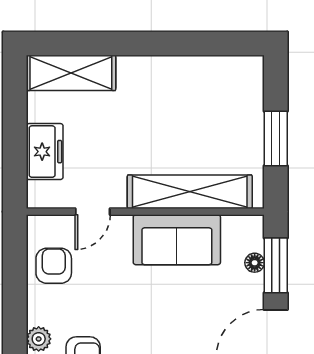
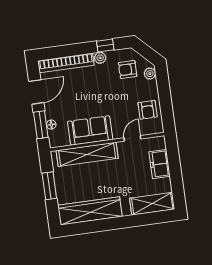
wardrobe: (200, 76) -> (90, 211), added

